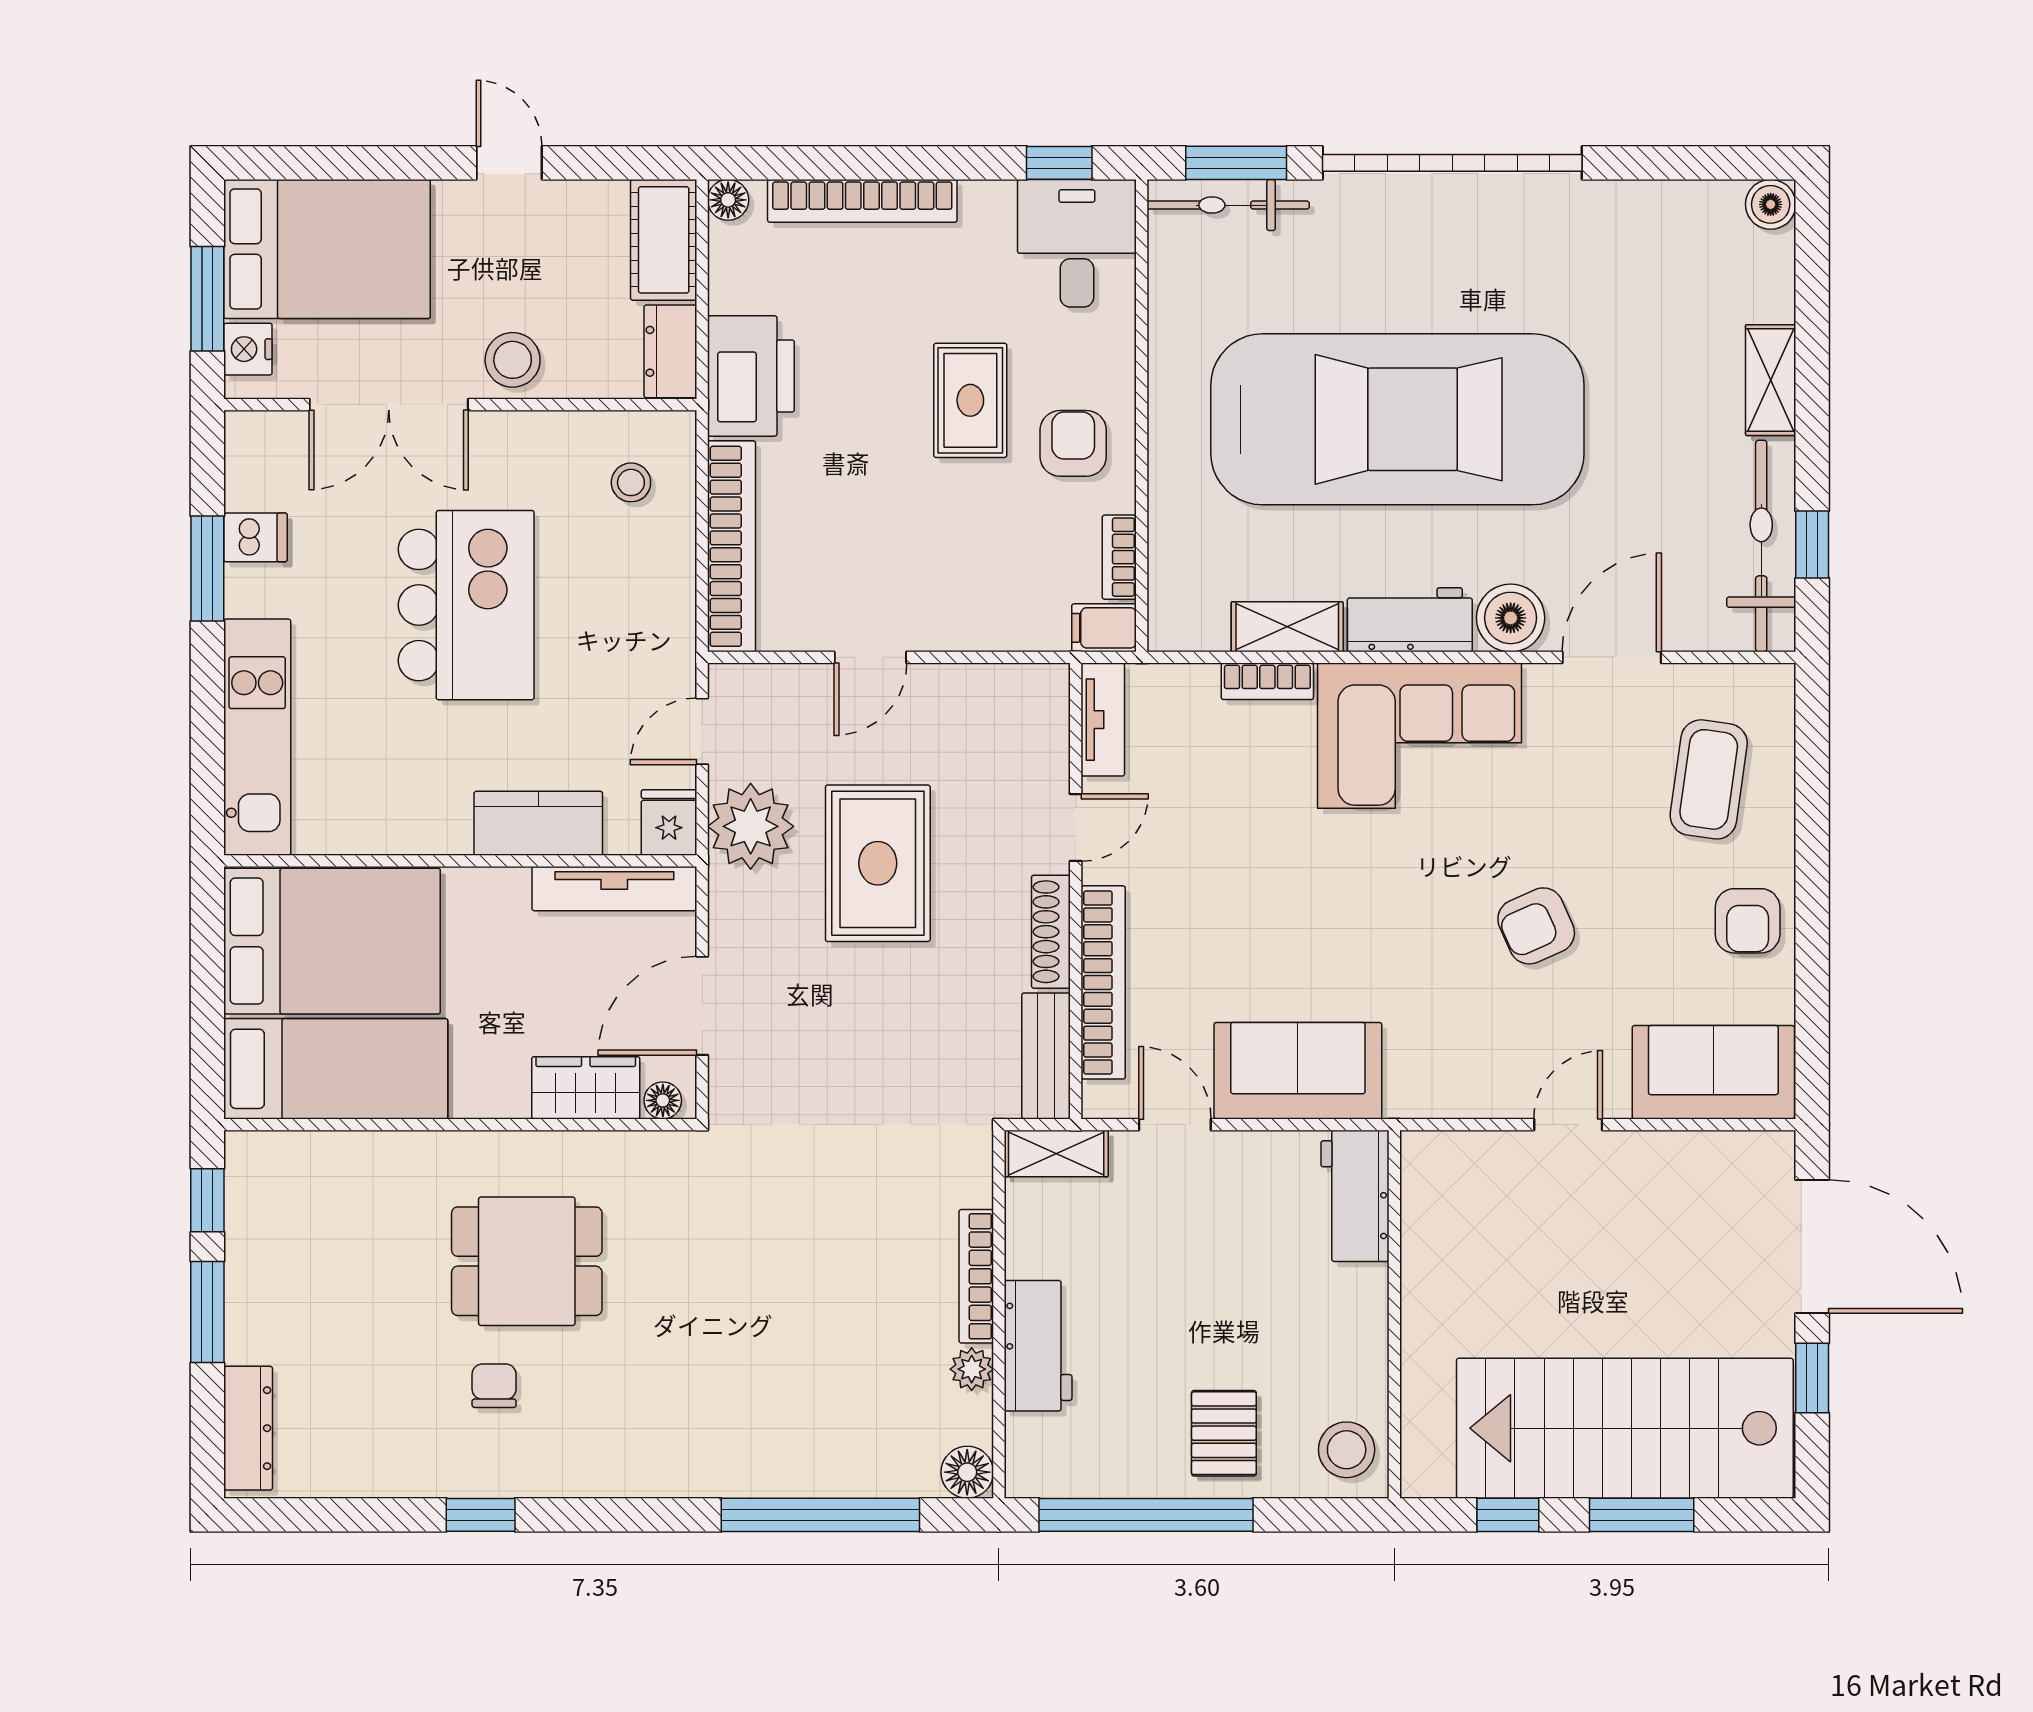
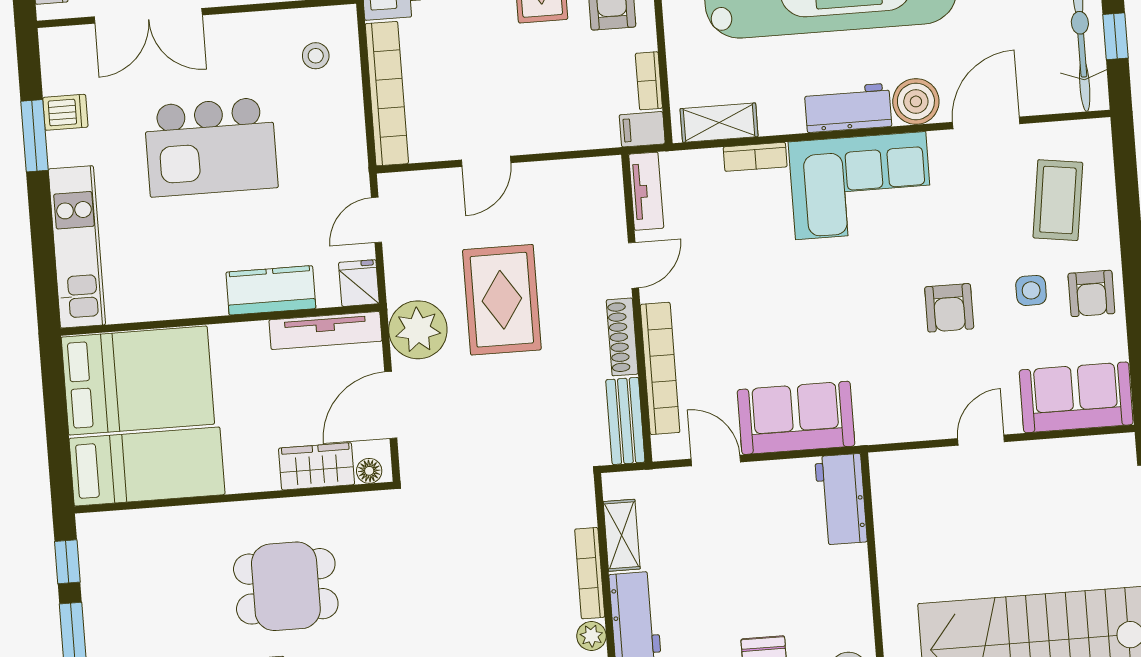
kitchen island: (466, 605) -> (211, 147), turned 90
shelving: (1287, 627) -> (719, 123), moved
plant: (751, 826) -> (418, 330), moved
side table: (1659, 910) -> (1031, 290), added
armchair: (1536, 926) -> (949, 308), turned -66
shelving: (1056, 1153) -> (622, 535), moved, turned 90

